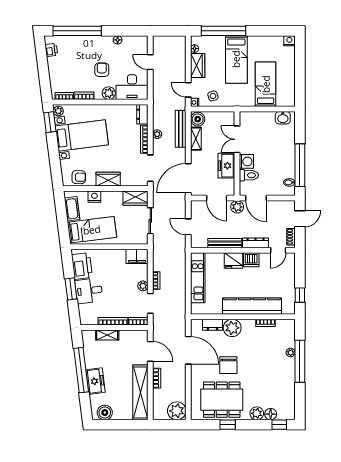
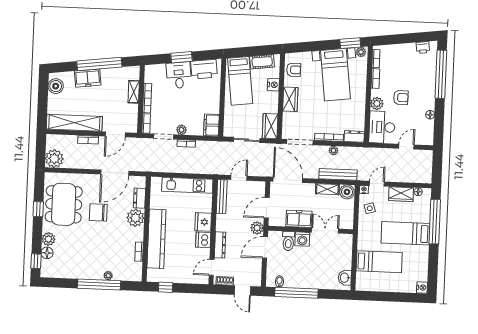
armchair: (79, 177) -> (294, 70), turned -92
bench: (225, 243) -> (222, 197), moved
door: (278, 250) -> (212, 267), hinge flipped

